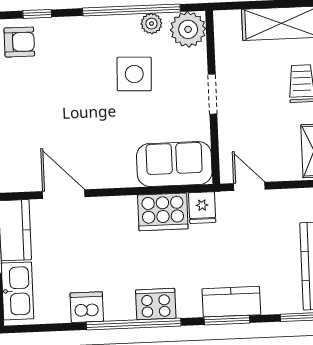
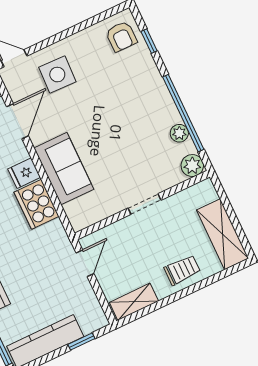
plant: (188, 29) -> (192, 166), width x0.73, depth x0.73
side table: (134, 74) -> (57, 75), moved
sofa: (174, 164) -> (64, 169), moved
fridge: (202, 208) -> (24, 173), moved

